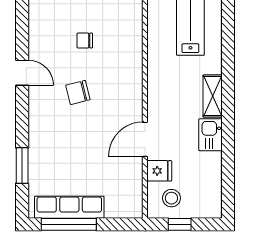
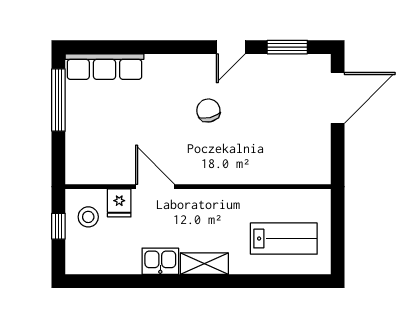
chair: (85, 40) -> (267, 118), removed
window: (22, 165) -> (287, 47), moved
row of seats: (69, 207) -> (104, 67), moved, turned 90

